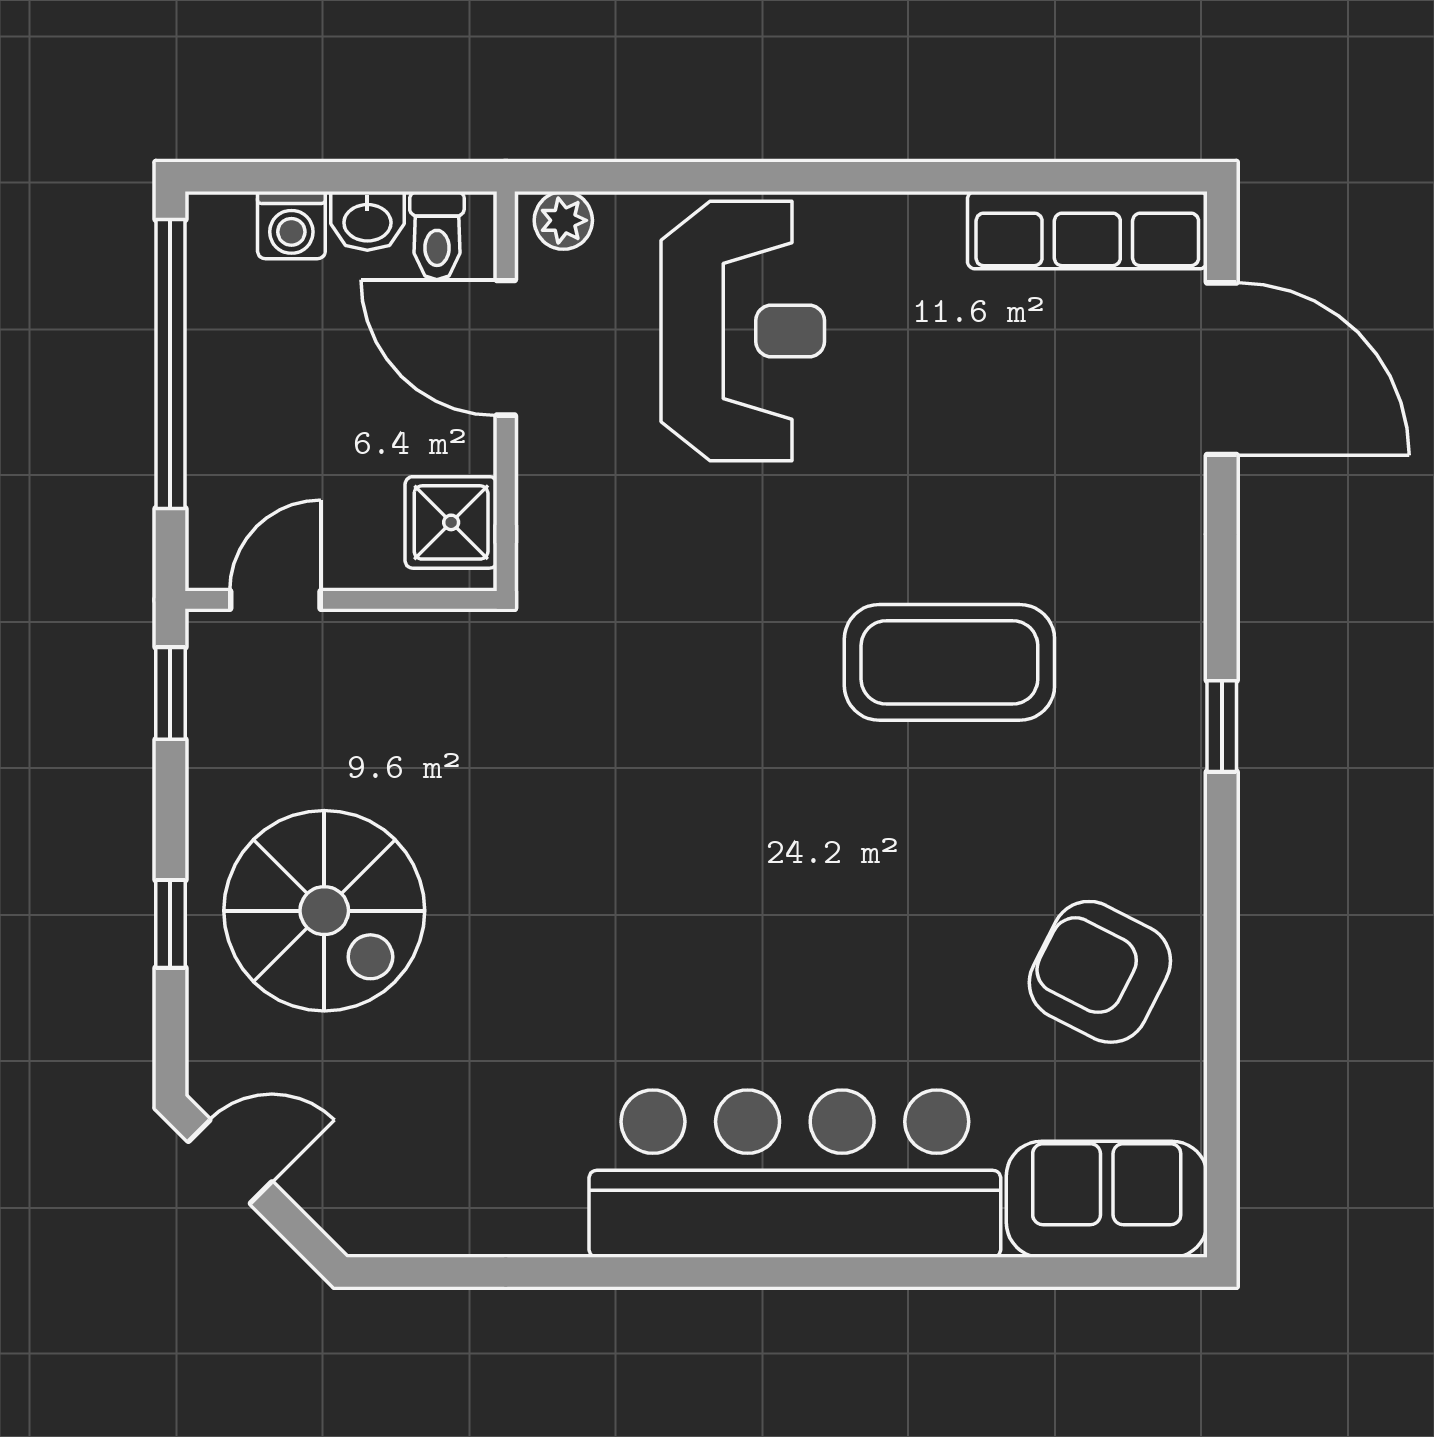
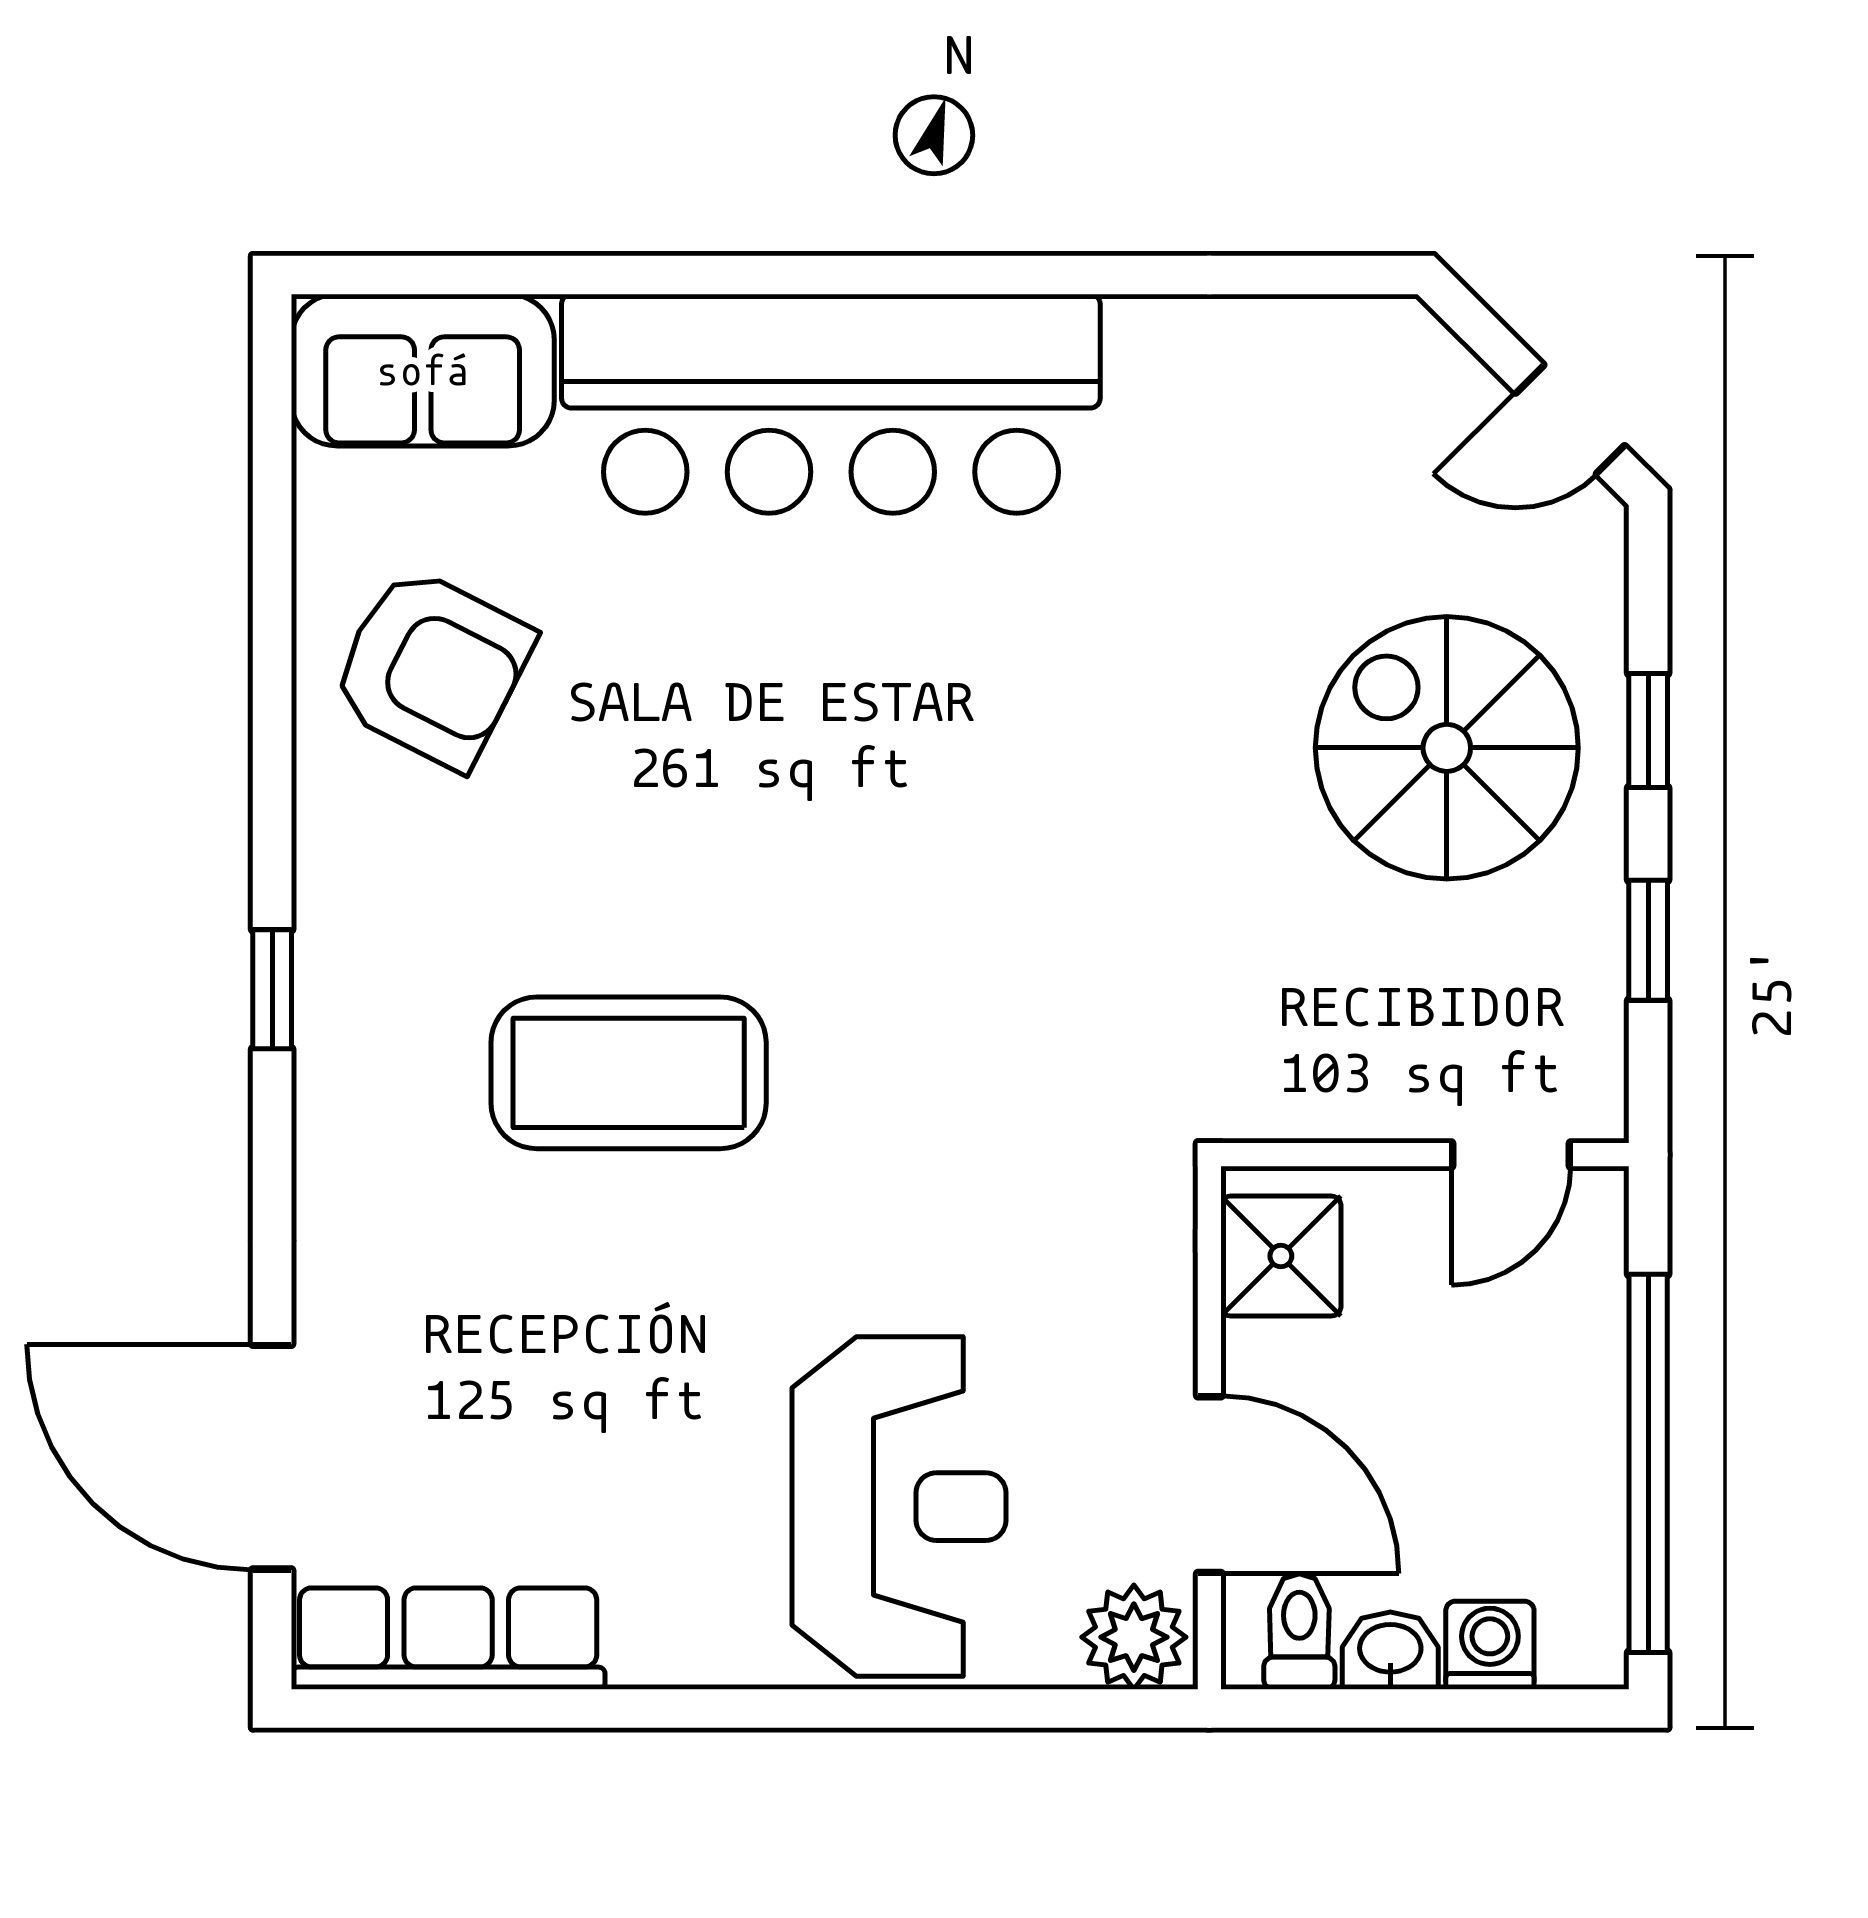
plant: (563, 220) -> (1134, 1637), width x1.38, depth x1.38
reception desk: (743, 331) -> (899, 1507), turned 180
window: (170, 693) -> (1648, 940), moved

